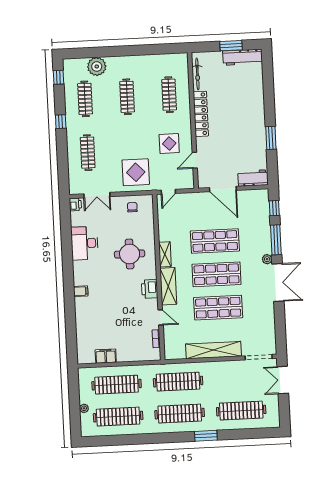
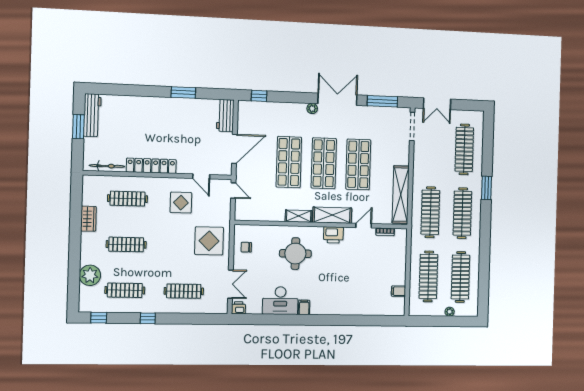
wardrobe: (148, 61) -> (88, 219), added
door: (168, 192) -> (233, 190), moved
window: (276, 240) -> (382, 101), moved
filing cabinet: (81, 291) -> (304, 307), moved
shelving: (213, 350) -> (401, 195), moved
filing cabinet: (106, 356) -> (398, 291), width x0.50

